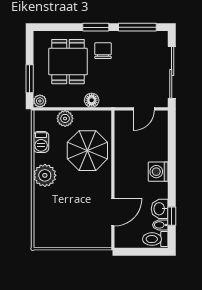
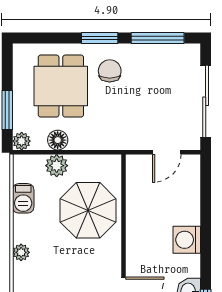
floor lamp: (92, 100) -> (58, 140), moved
plant: (45, 175) -> (21, 252), width x0.53, depth x0.53

